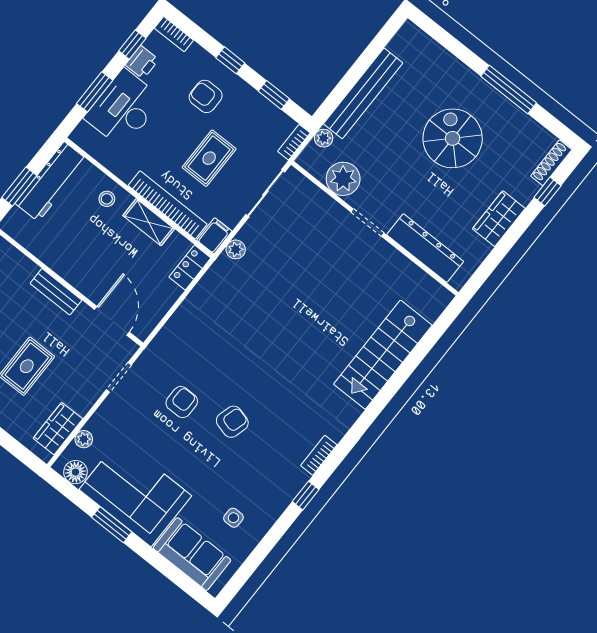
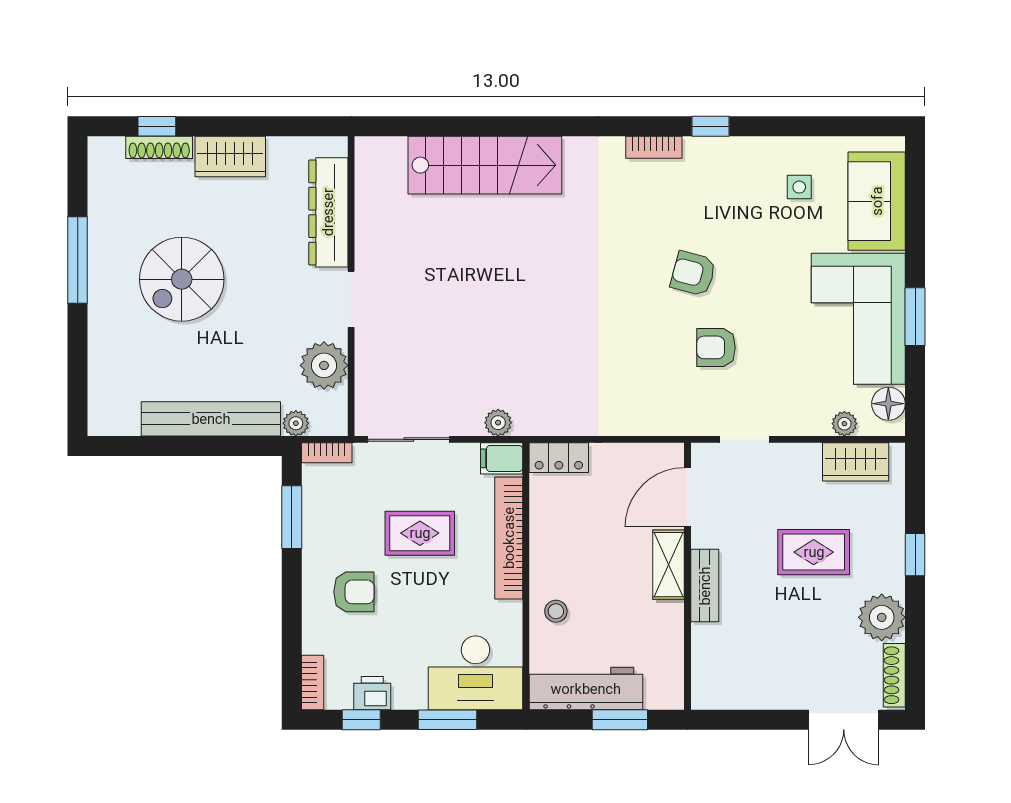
window: (230, 60) -> (292, 596), removed
window: (274, 95) -> (292, 517), width x1.50
armchair: (206, 96) -> (354, 592), turned -90
desk: (123, 108) -> (476, 673), moved
shoe rack: (551, 163) -> (159, 147), moved
shelving: (149, 222) -> (669, 565), moved

